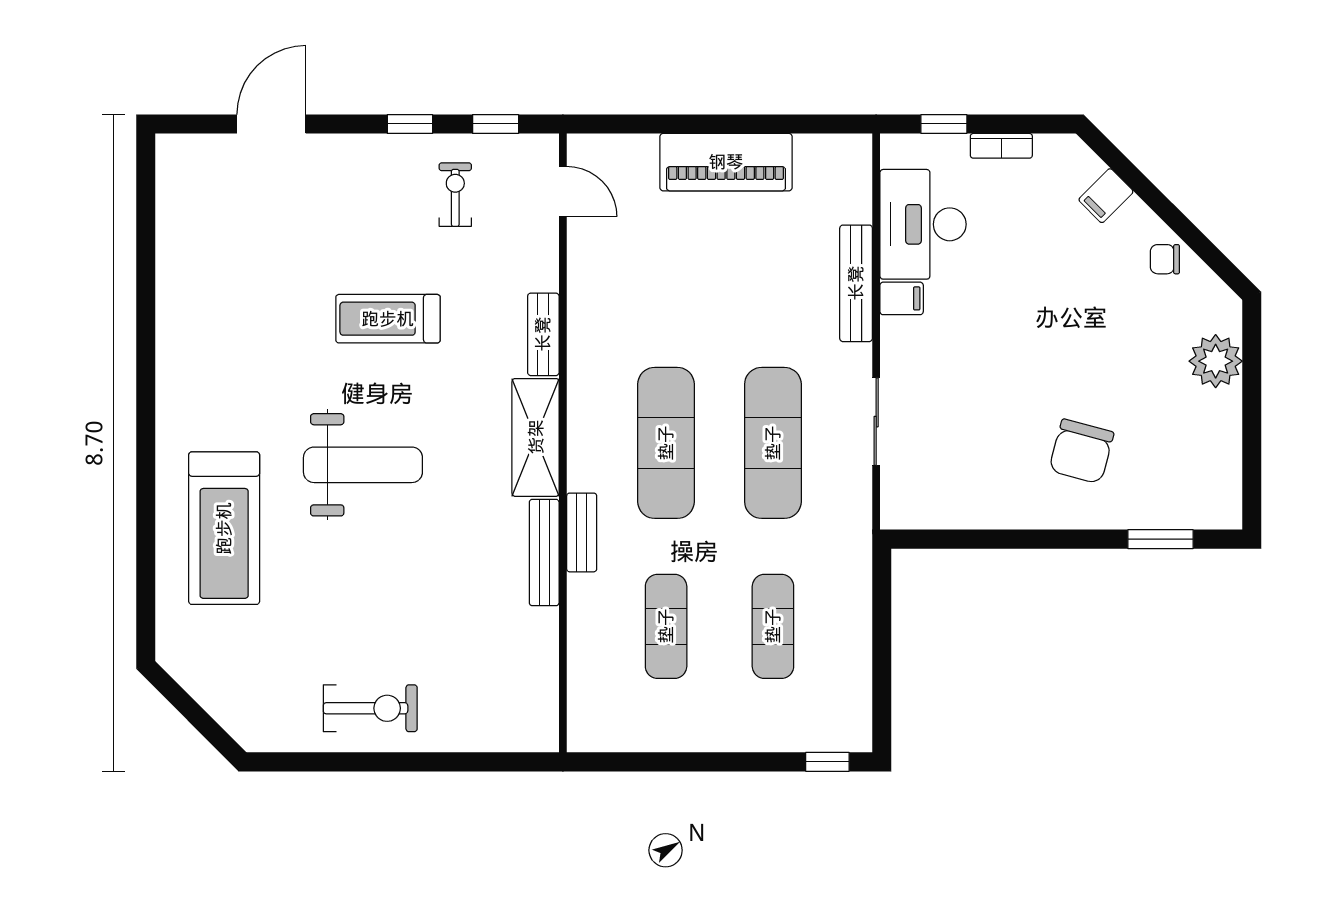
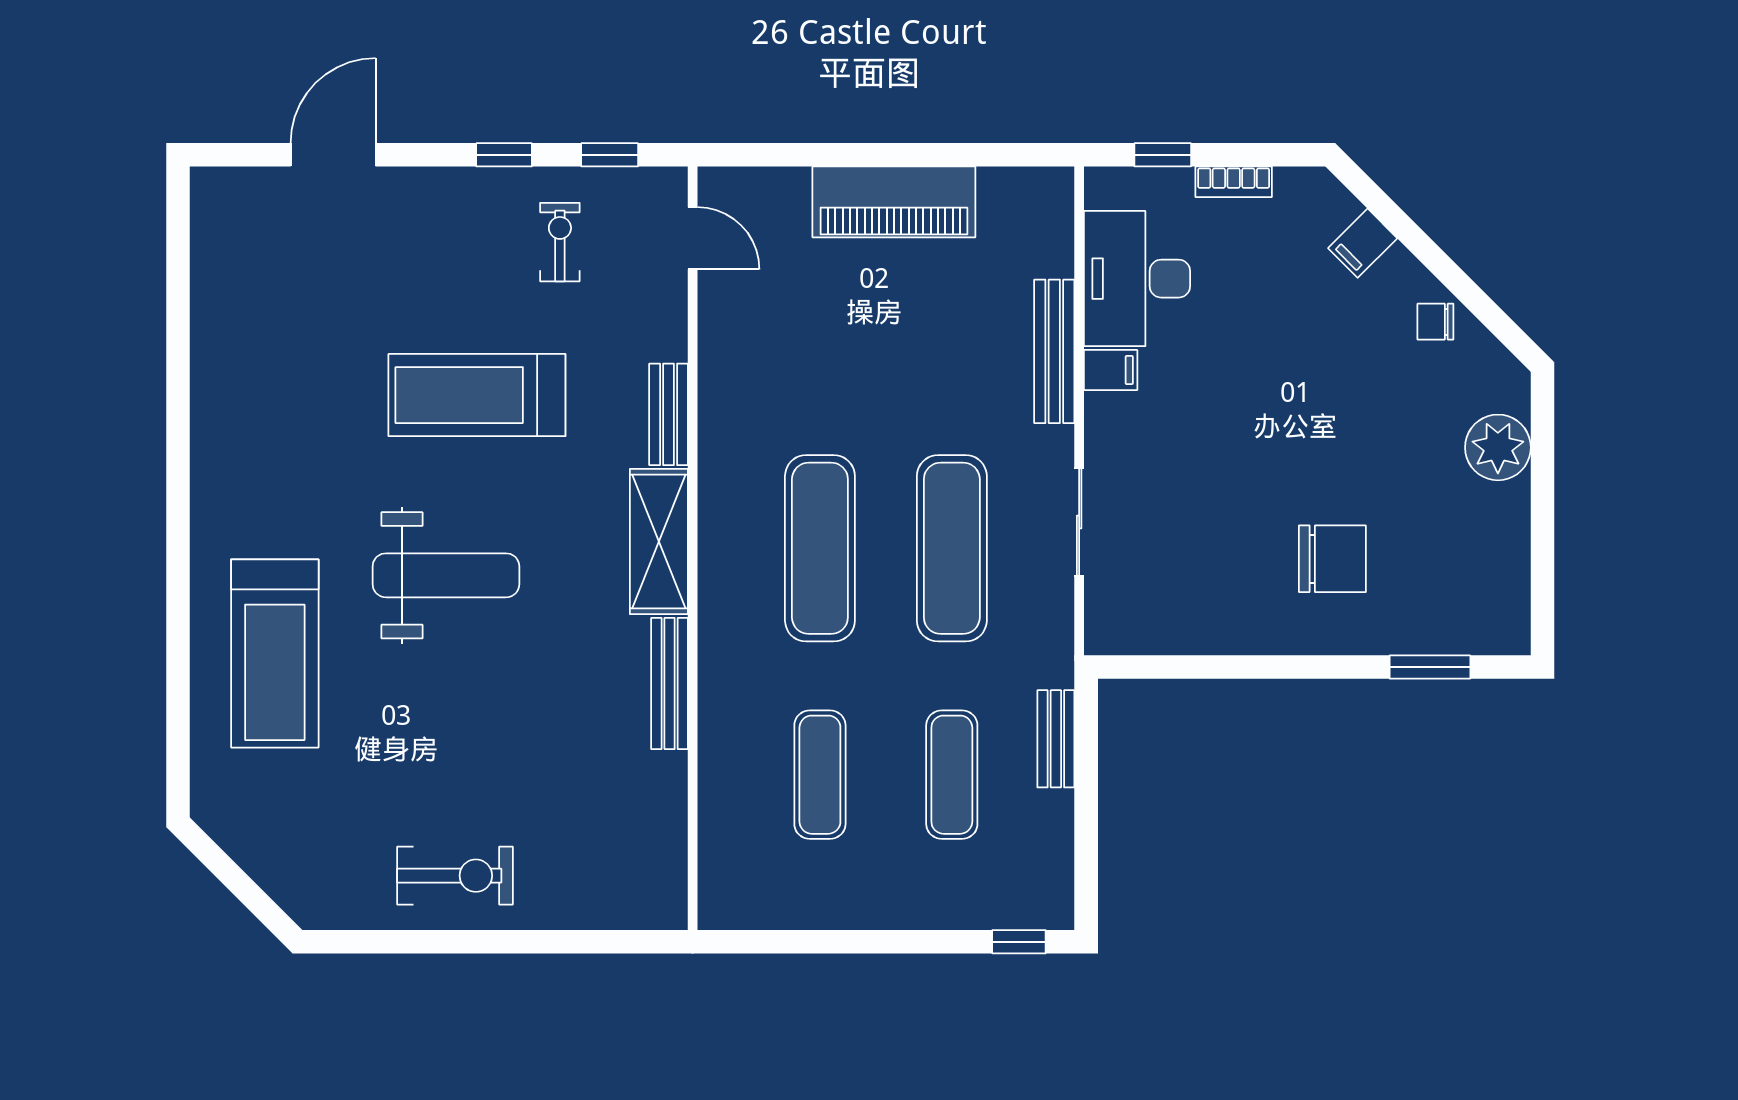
treadmill: (388, 319) -> (477, 395), width x1.37, depth x1.38
chair: (1081, 451) -> (1332, 559), turned -105
bench: (582, 532) -> (1056, 739), moved

